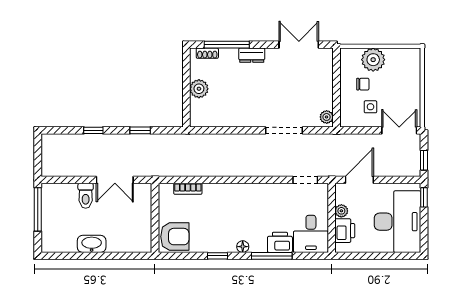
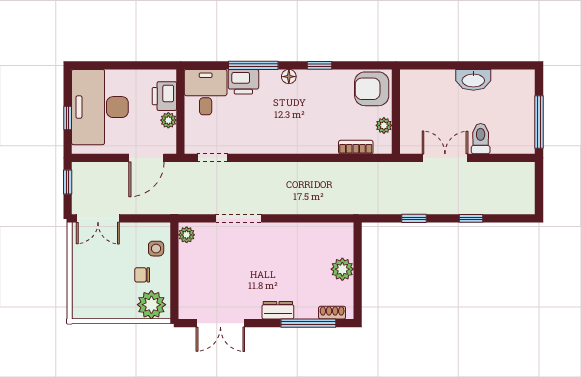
plant: (373, 60) -> (151, 305), moved
side table: (370, 107) -> (156, 249), moved
window: (424, 197) -> (68, 118), moved
plant: (165, 207) -> (384, 125), added

